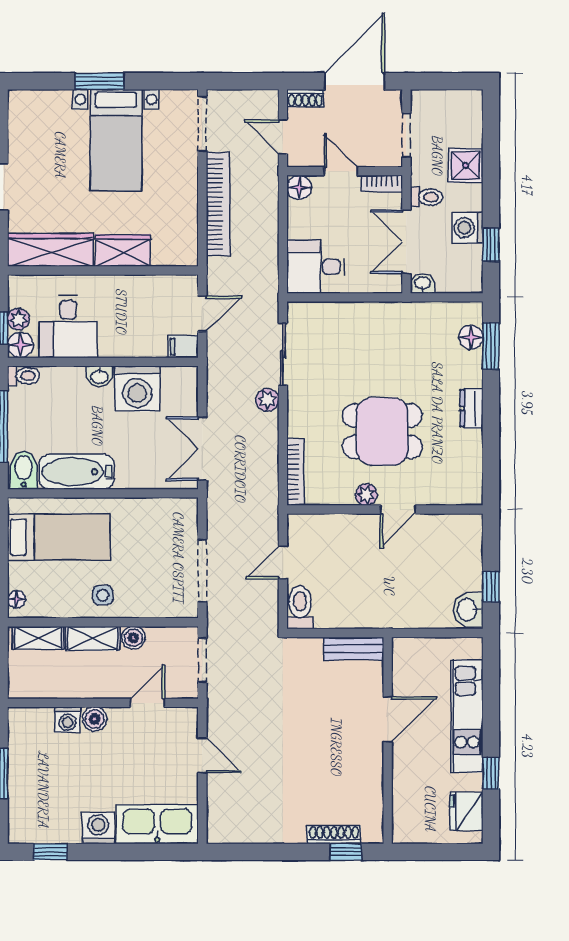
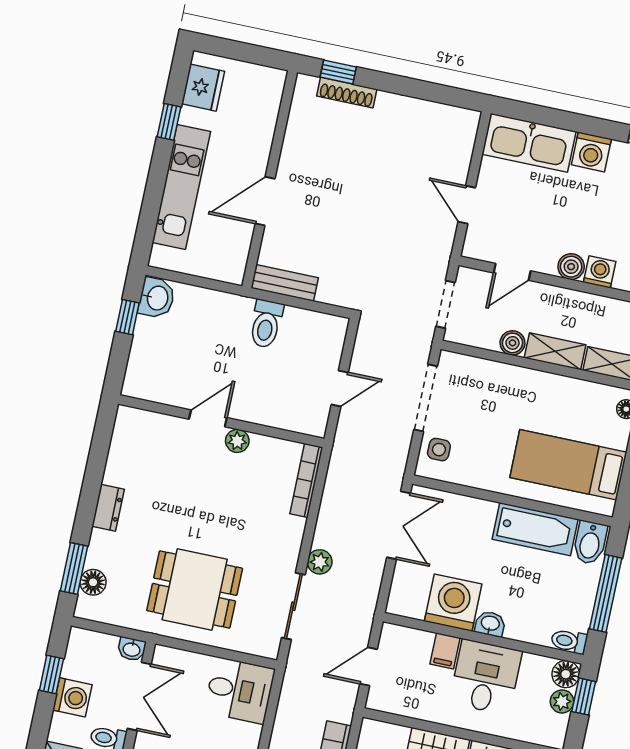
desk: (68, 327) -> (486, 677), moved
filing cabinet: (183, 346) -> (445, 651), moved, turned 90
dining table: (382, 431) -> (195, 589), moved
side table: (103, 595) -> (439, 450), moved
toilet: (300, 607) -> (266, 324), moved

